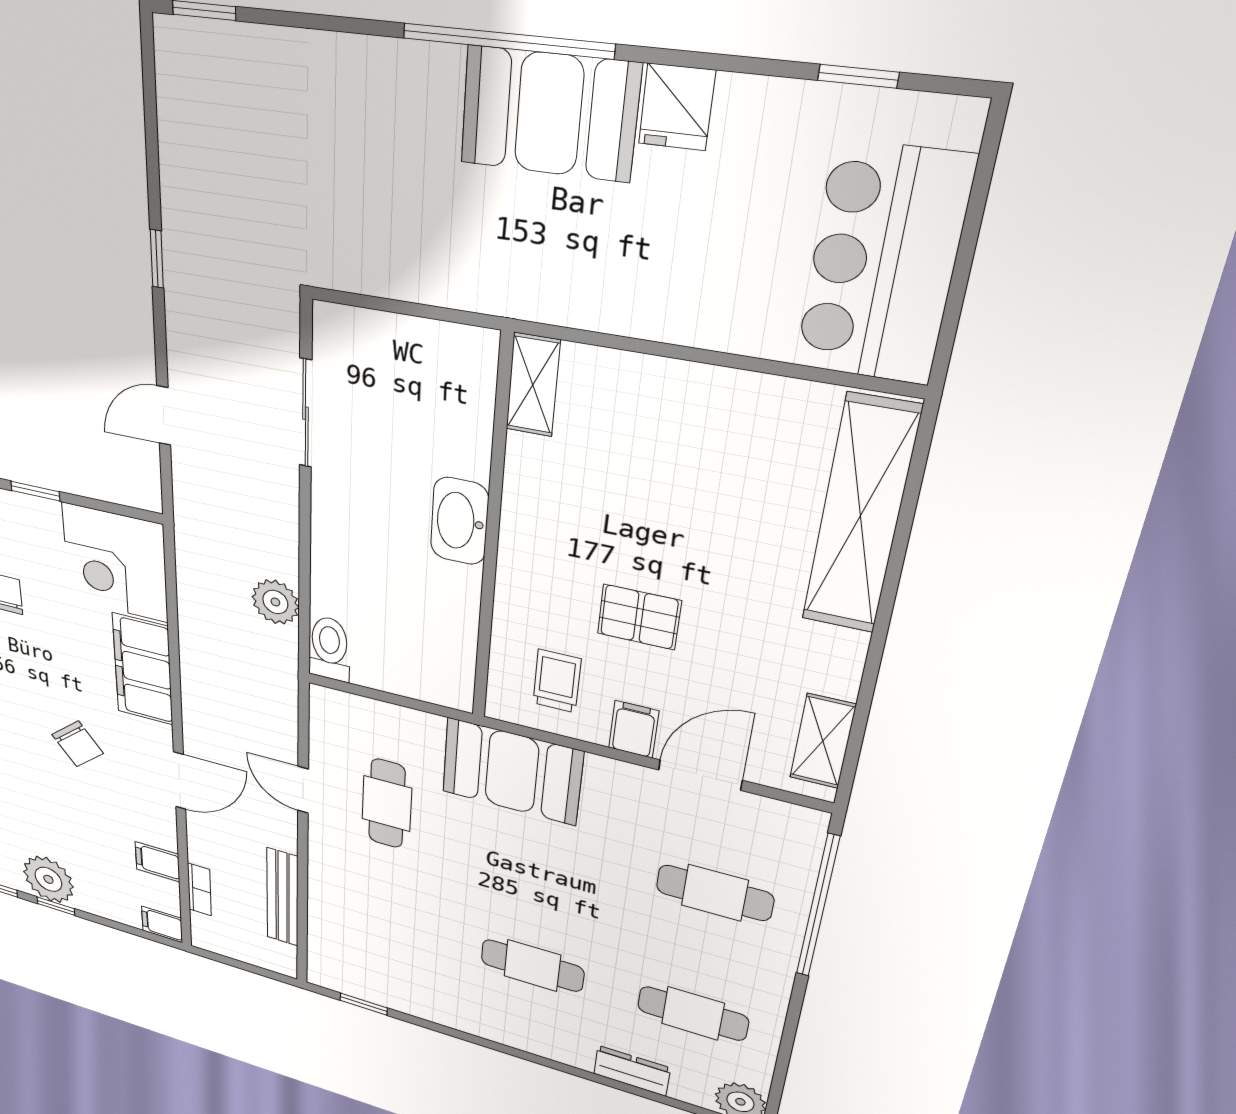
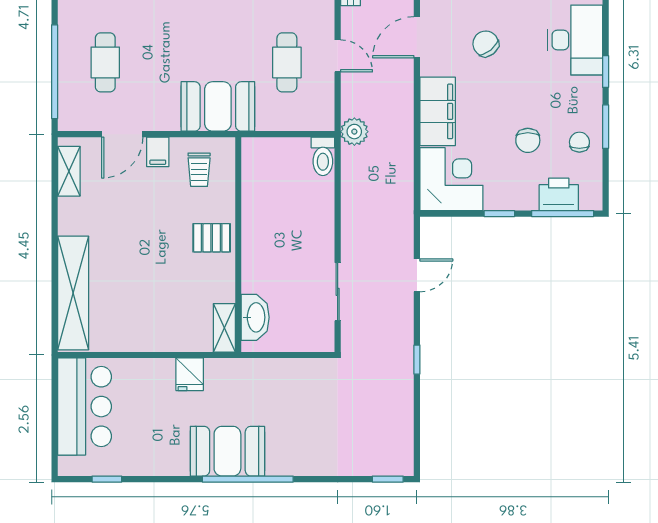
fridge: (677, 107) -> (190, 374), moved, turned 180
washbasin: (459, 521) -> (255, 317), moved
plant: (275, 602) -> (354, 132), moved
pallet: (639, 617) -> (212, 238), moved
cafe table: (715, 893) -> (105, 62), turned 90

